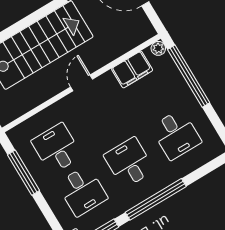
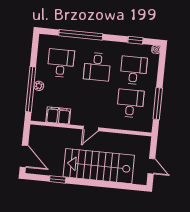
plant: (158, 48) -> (39, 86), moved
desk: (57, 148) -> (130, 103), turned 180
window: (156, 199) -> (81, 35), moved

